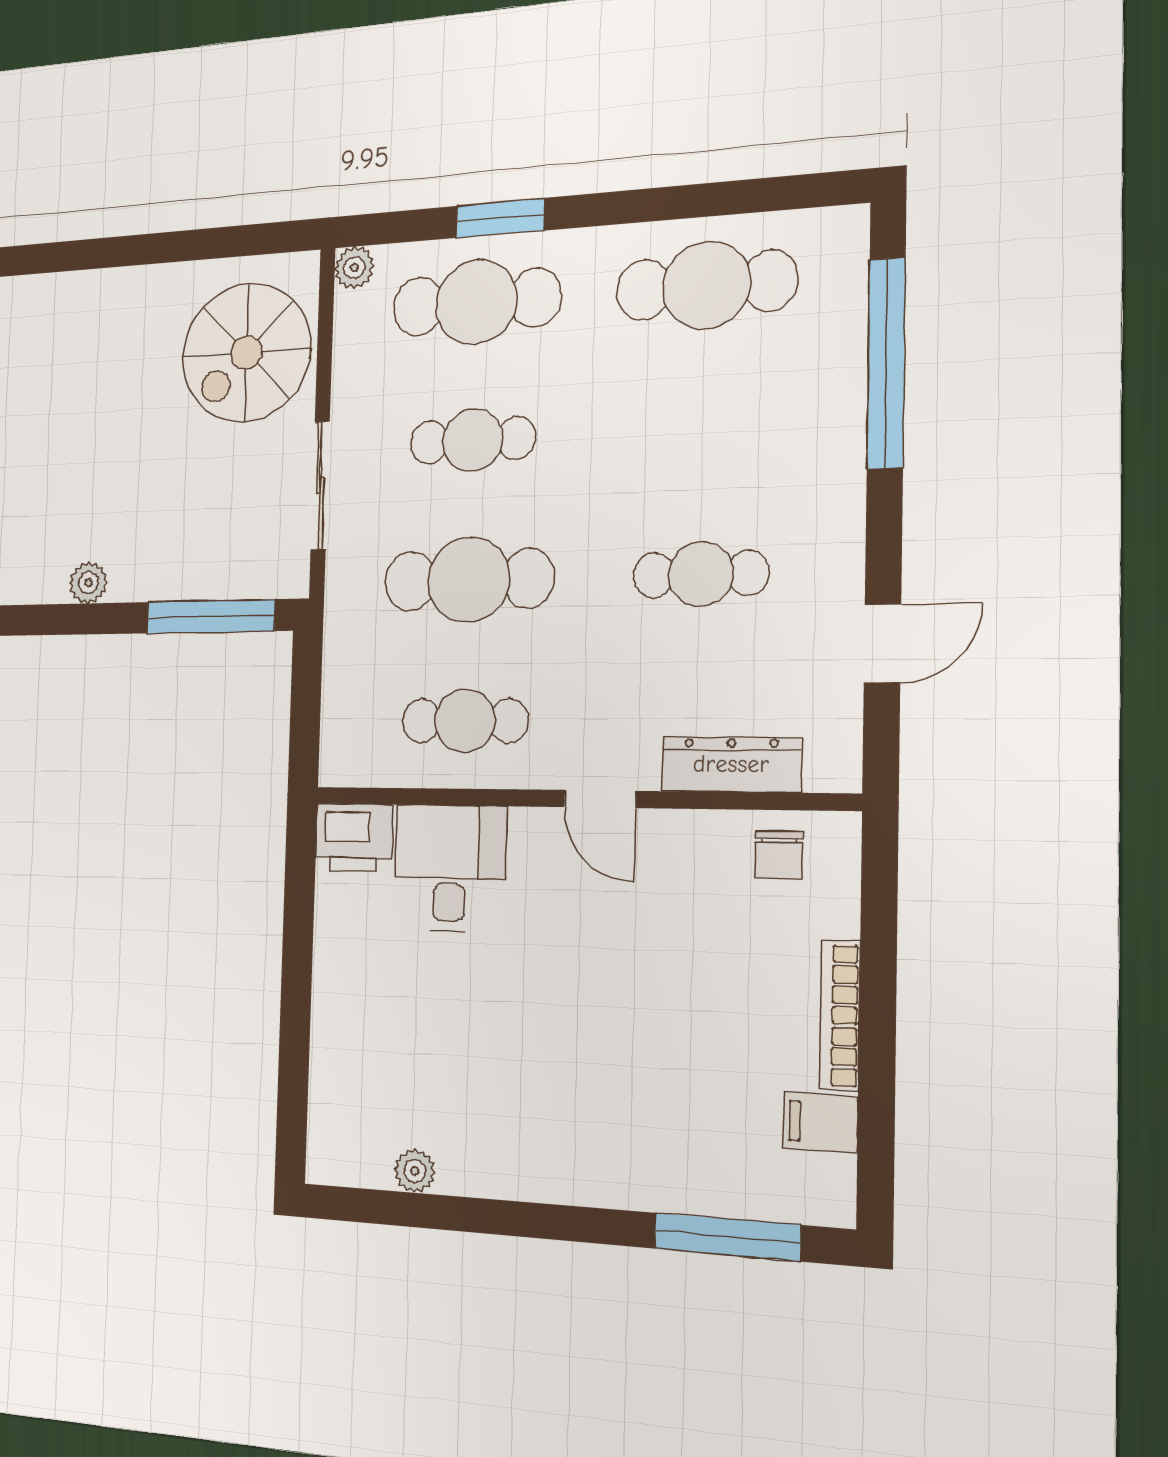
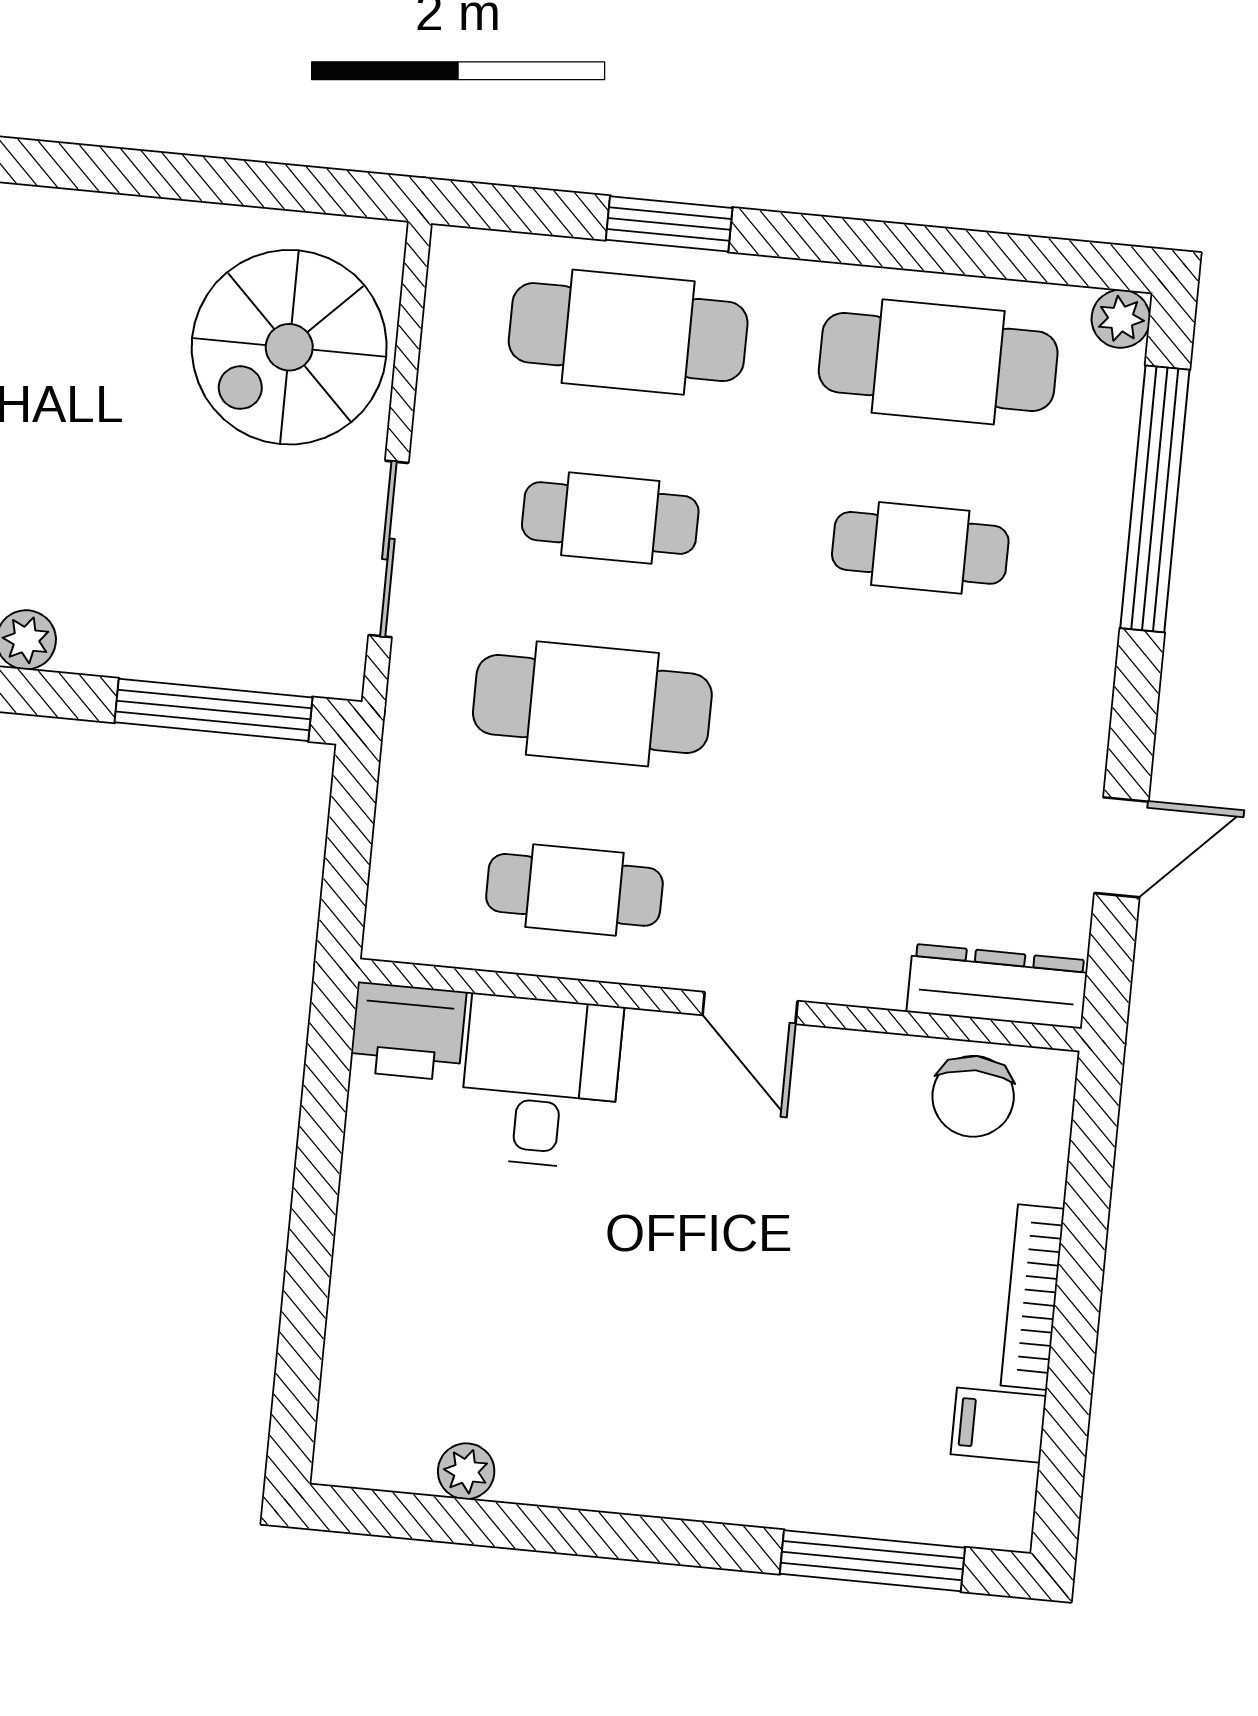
plant: (354, 268) -> (1121, 319), moved
cafe table: (701, 574) -> (920, 548), moved
dresser: (731, 764) -> (997, 986), moved
chair: (779, 855) -> (973, 1096), width x1.37, depth x1.37

